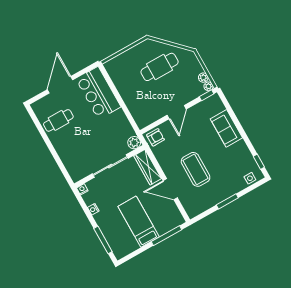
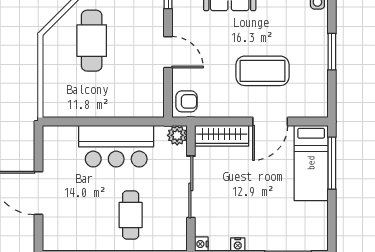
bar counter: (98, 93) -> (116, 146), moved
cafe table: (58, 120) -> (131, 215), moved
armchair: (156, 137) -> (186, 101), turned 90
bed: (139, 222) -> (311, 163), moved, turned -90

